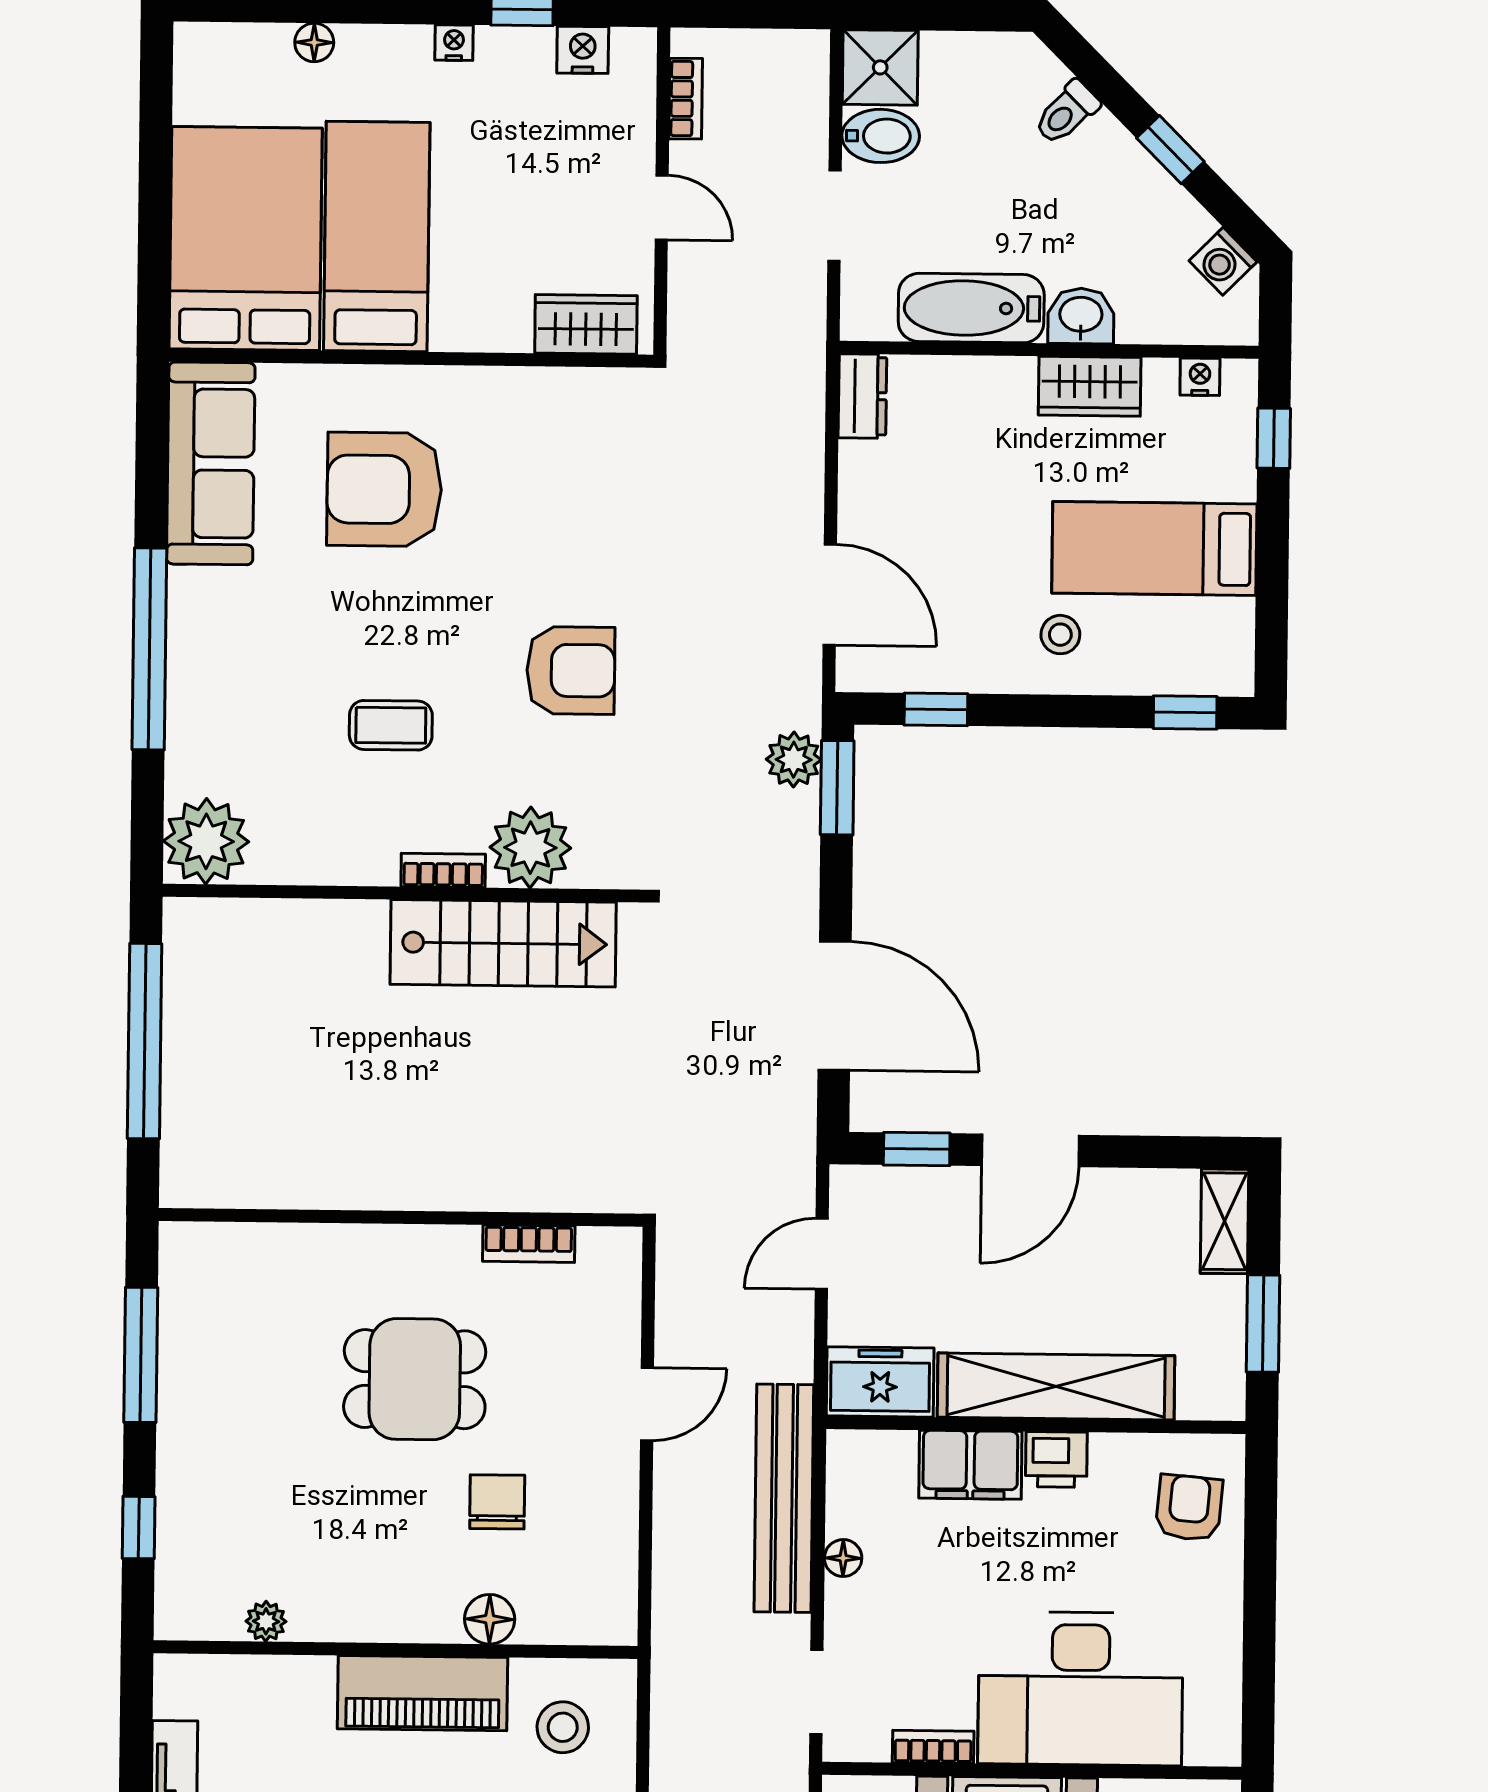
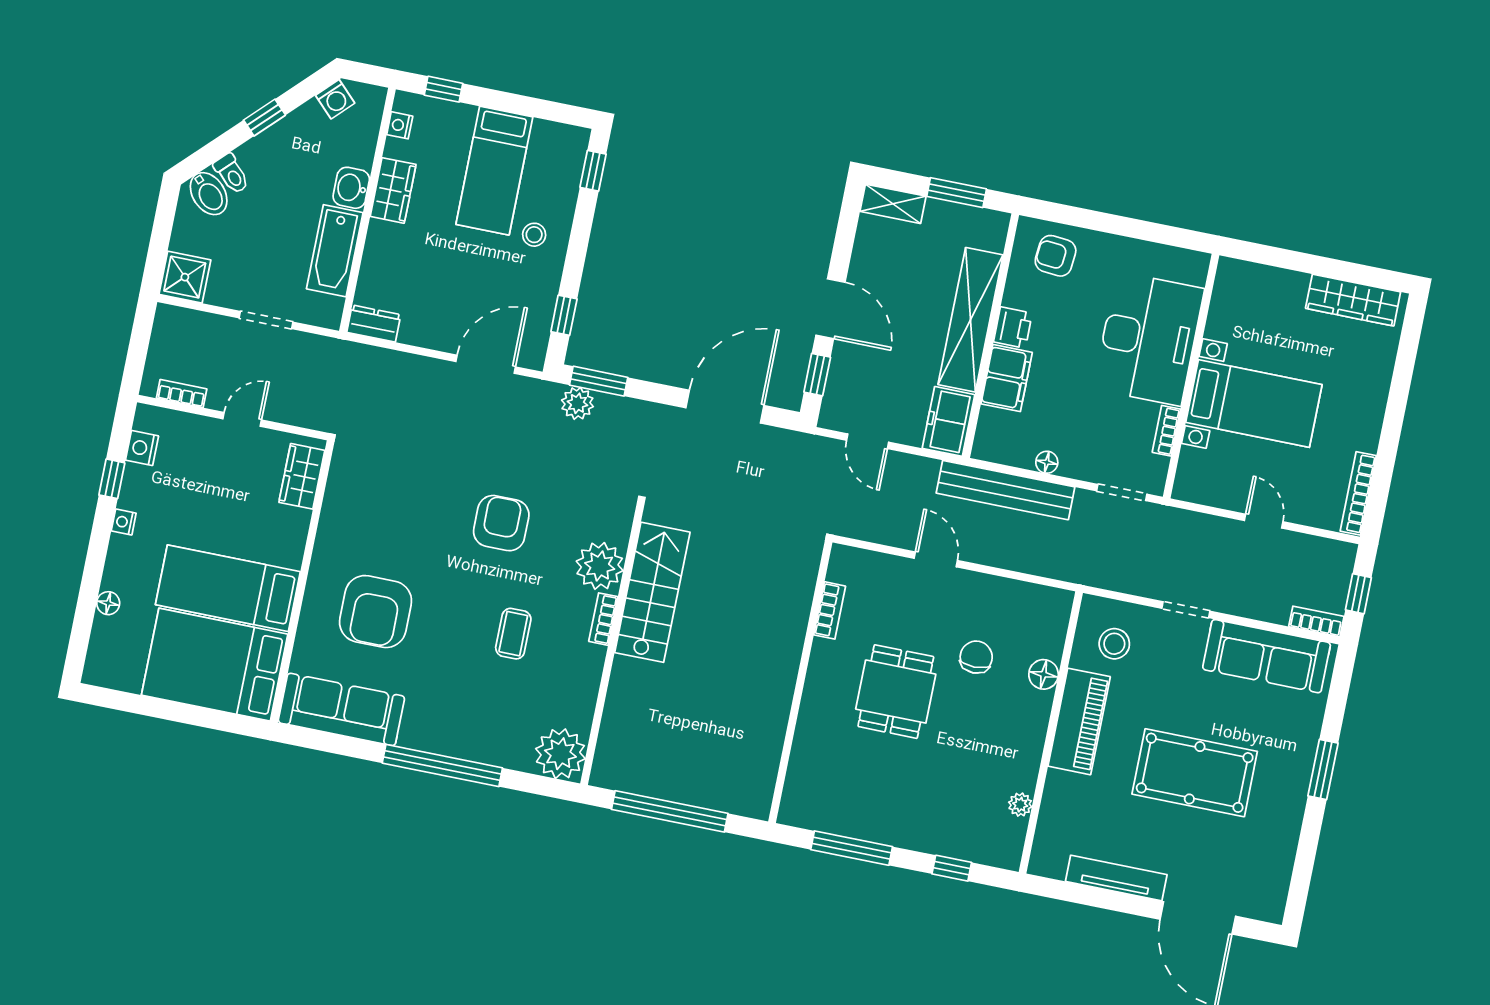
bidet: (881, 136) -> (209, 194), moved, turned 135
chair: (497, 1502) -> (976, 657), turned 90

